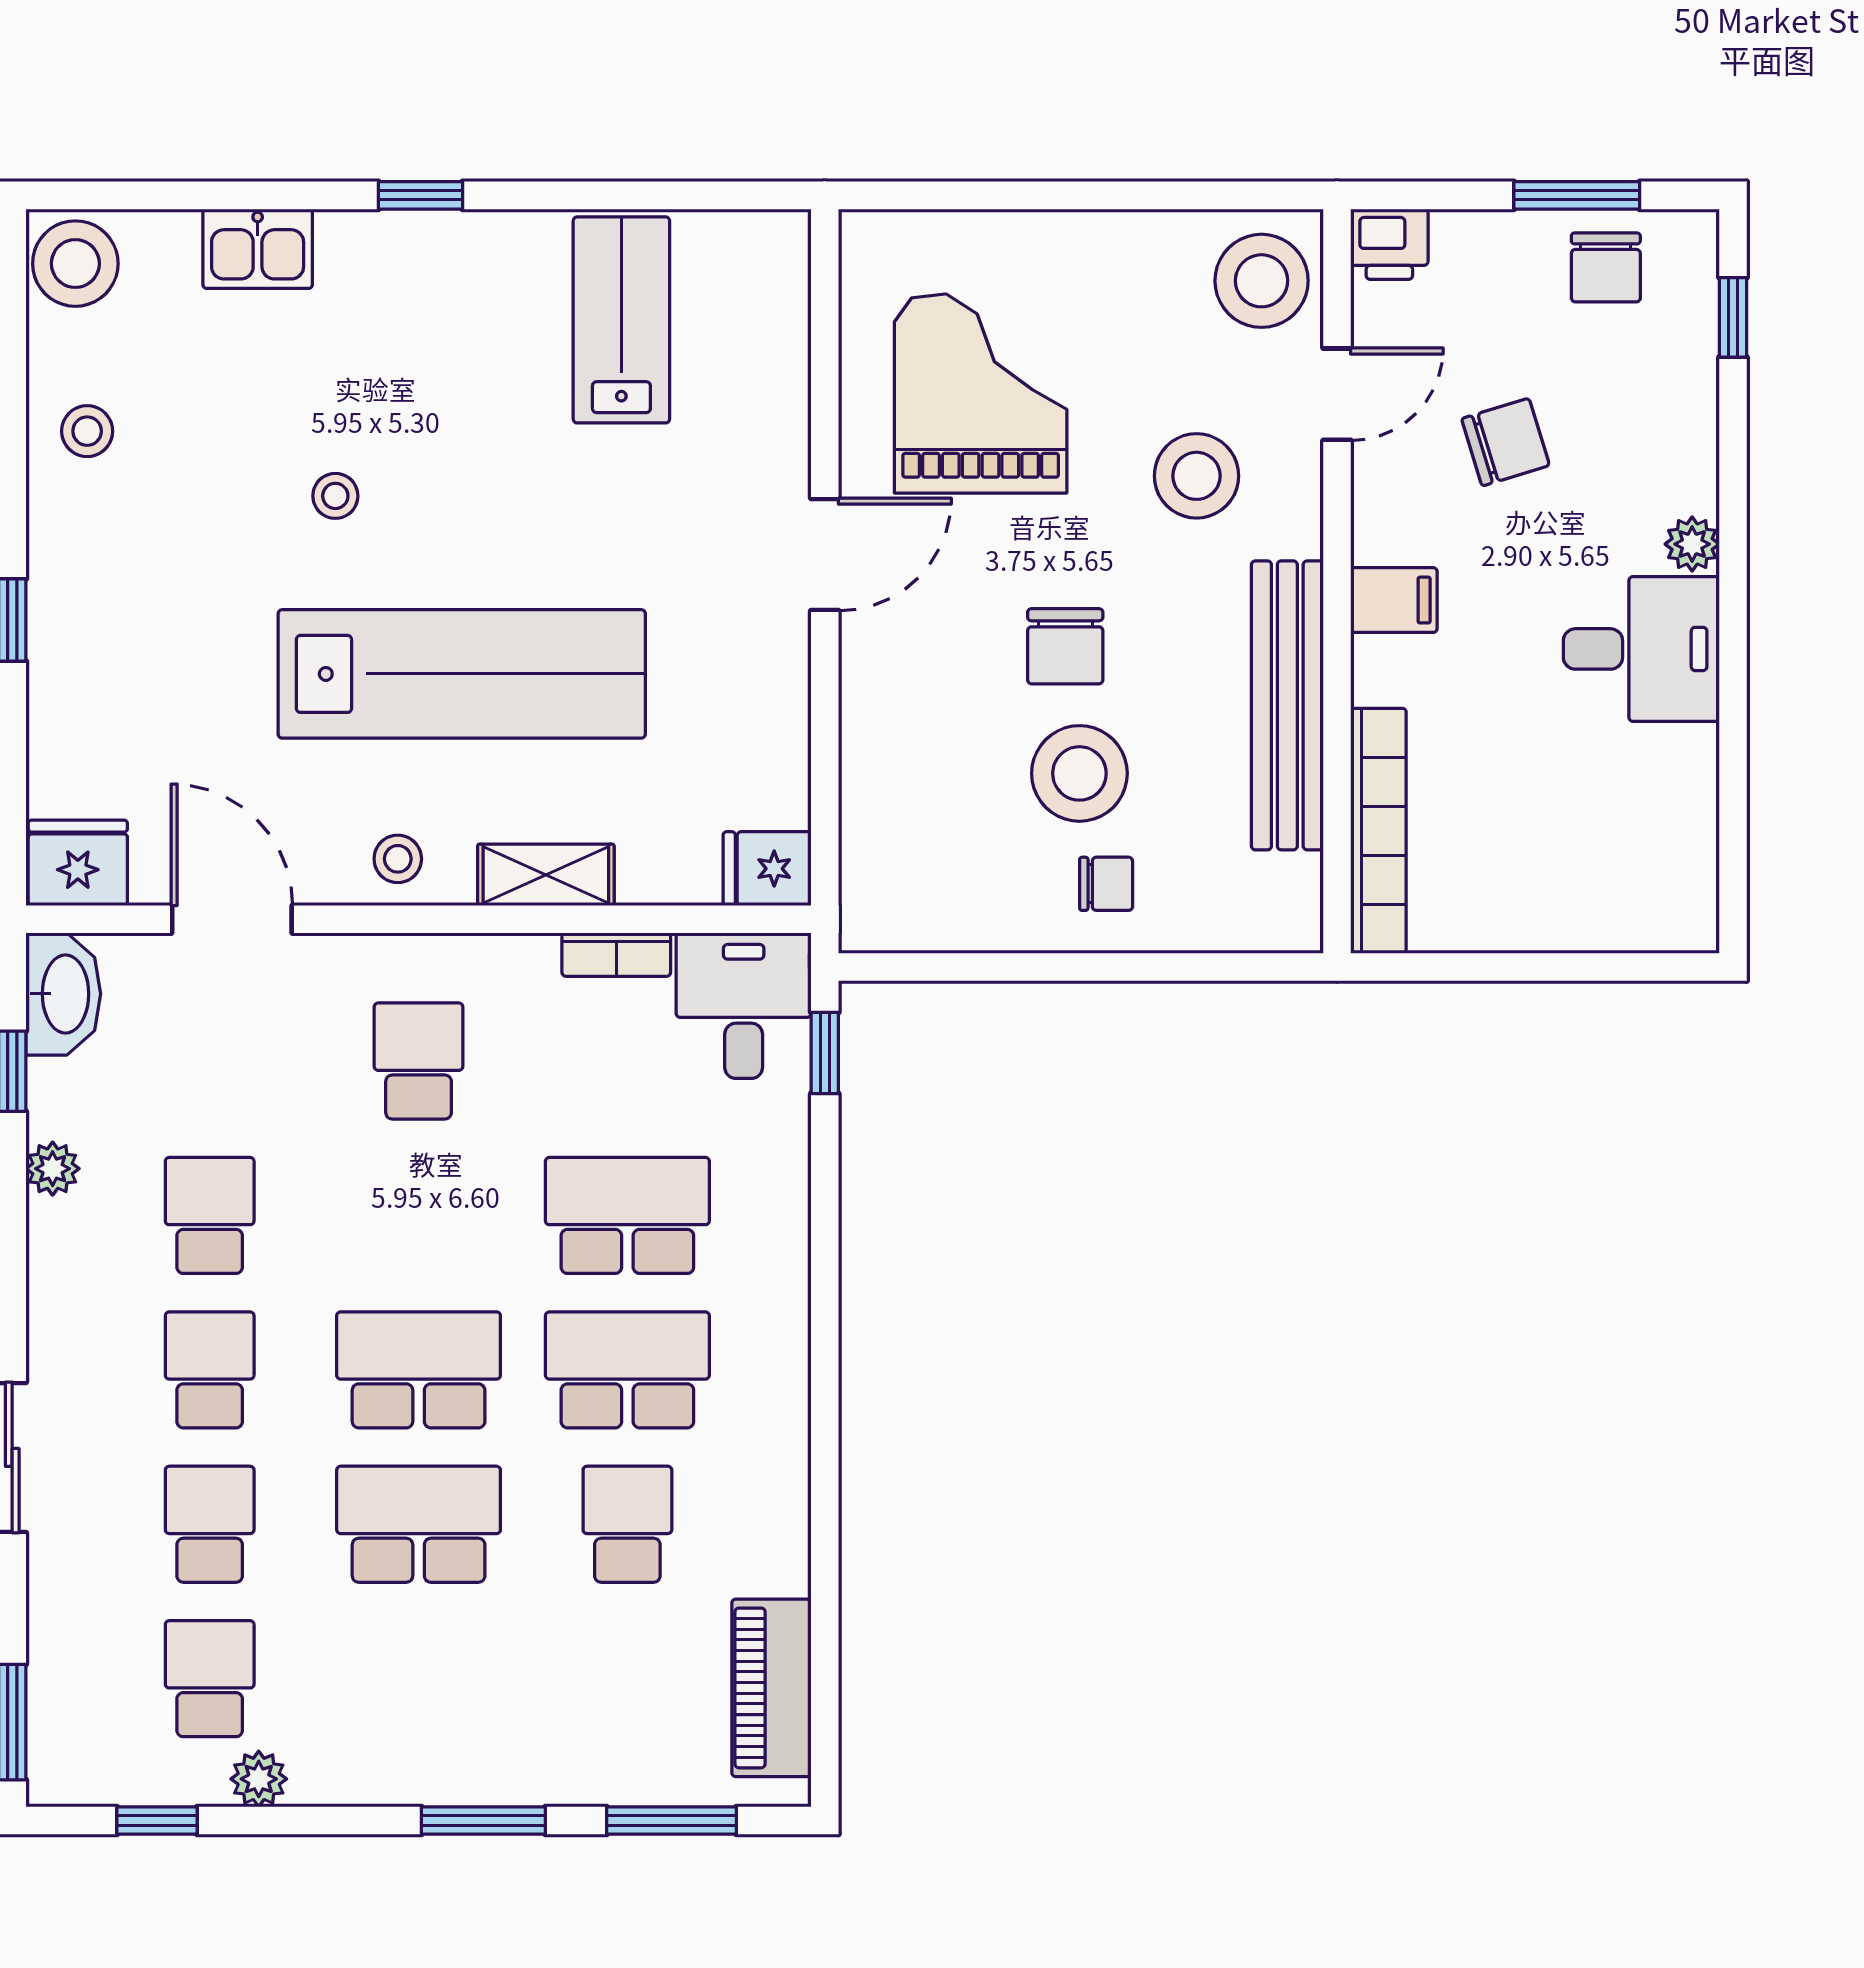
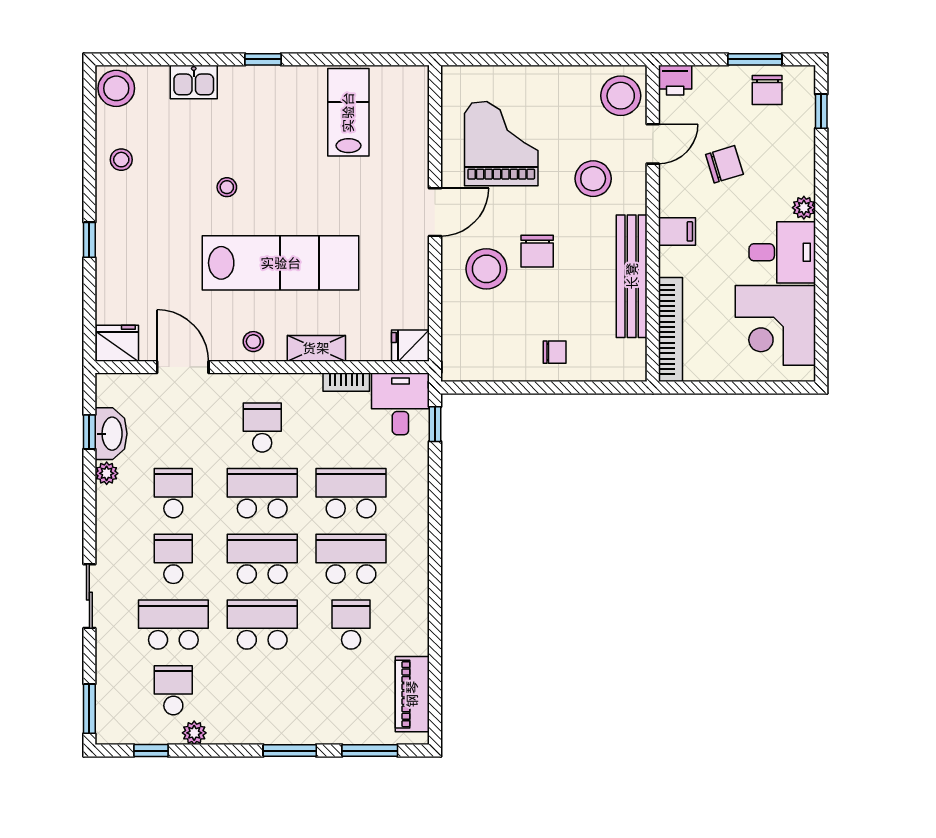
stool: (1079, 773) -> (486, 269), moved
corner desk: (1625, 821) -> (775, 325), added
washbasin: (63, 994) -> (111, 434), moved
school desk: (419, 1215) -> (262, 493), added
school desk: (210, 1524) -> (173, 625), width x1.85

